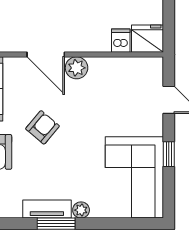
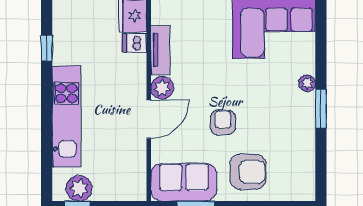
armchair: (42, 127) -> (223, 122), turned 50
tv unit: (47, 209) -> (160, 50), moved, turned 180

